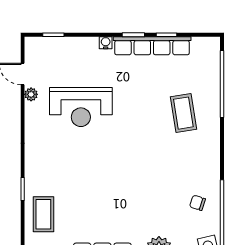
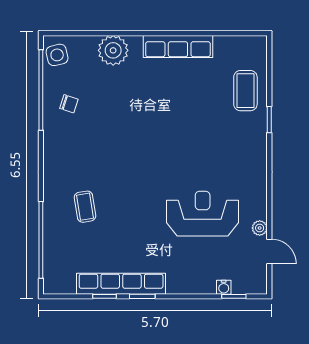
water cooler: (106, 43) -> (224, 287), moved
coffee table: (183, 113) -> (85, 207), width x0.73, depth x0.77

